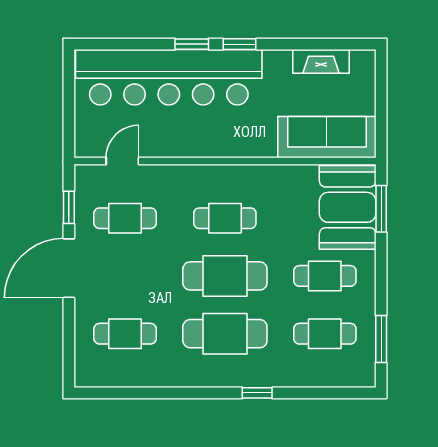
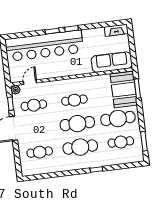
fireplace: (321, 61) -> (116, 30), moved
plant: (85, 175) -> (15, 90), added
cafe table: (325, 276) -> (118, 119), width x1.37, depth x1.35

